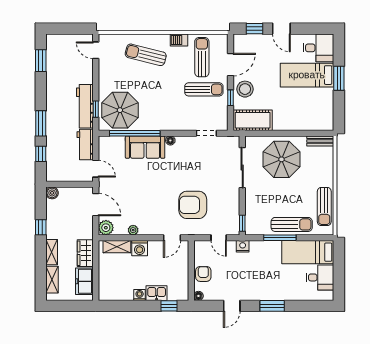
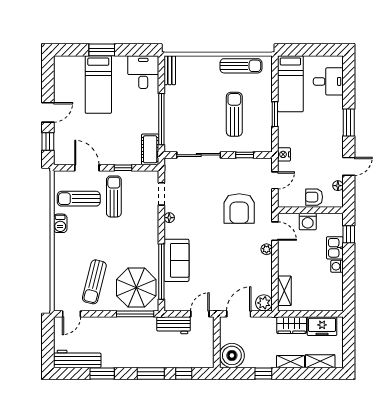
desk: (319, 48) -> (143, 72), moved
sun lounger: (146, 55) -> (94, 282), moved
window: (41, 61) -> (102, 373), moved
stool: (245, 89) -> (113, 152), removed
workbench: (85, 106) -> (77, 359), moved, turned 180
window: (96, 109) -> (135, 314), width x2.17
cot: (253, 120) -> (150, 149), width x0.73, depth x0.75
window: (275, 133) -> (161, 119), added
floor lamp: (170, 140) -> (169, 218), moved
parasol: (282, 159) -> (190, 112), removed
boiler: (52, 193) -> (232, 355), width x1.86, depth x1.86
window: (242, 223) -> (245, 155), moved
sun lounger: (292, 224) -> (234, 114), moved
plant: (133, 230) -> (267, 249), moved
window: (280, 238) -> (275, 114), width x0.69
washing machine: (140, 248) -> (308, 222), moved, turned 90
desk: (320, 277) -> (328, 81), moved, turned 90
floor lamp: (198, 296) -> (338, 186), moved
door: (232, 306) -> (349, 166), hinge flipped

